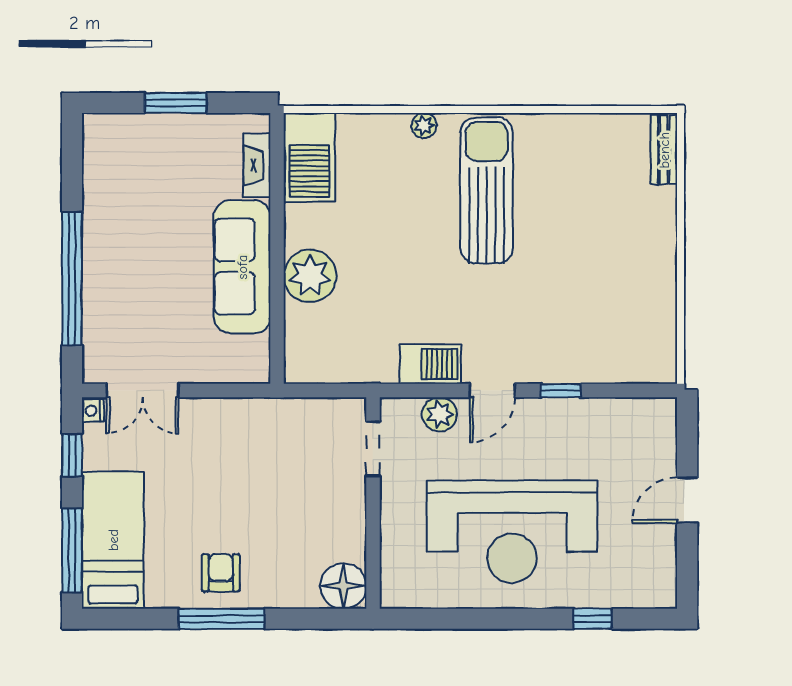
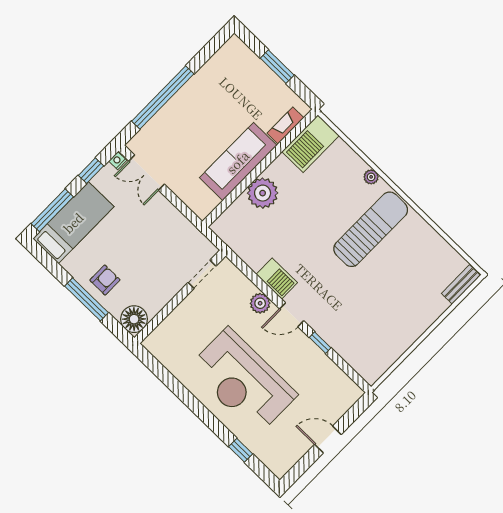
doorway: (373, 449) -> (202, 274), moved
wall: (373, 503) -> (180, 297), moved
floor lamp: (343, 586) -> (134, 319), moved

